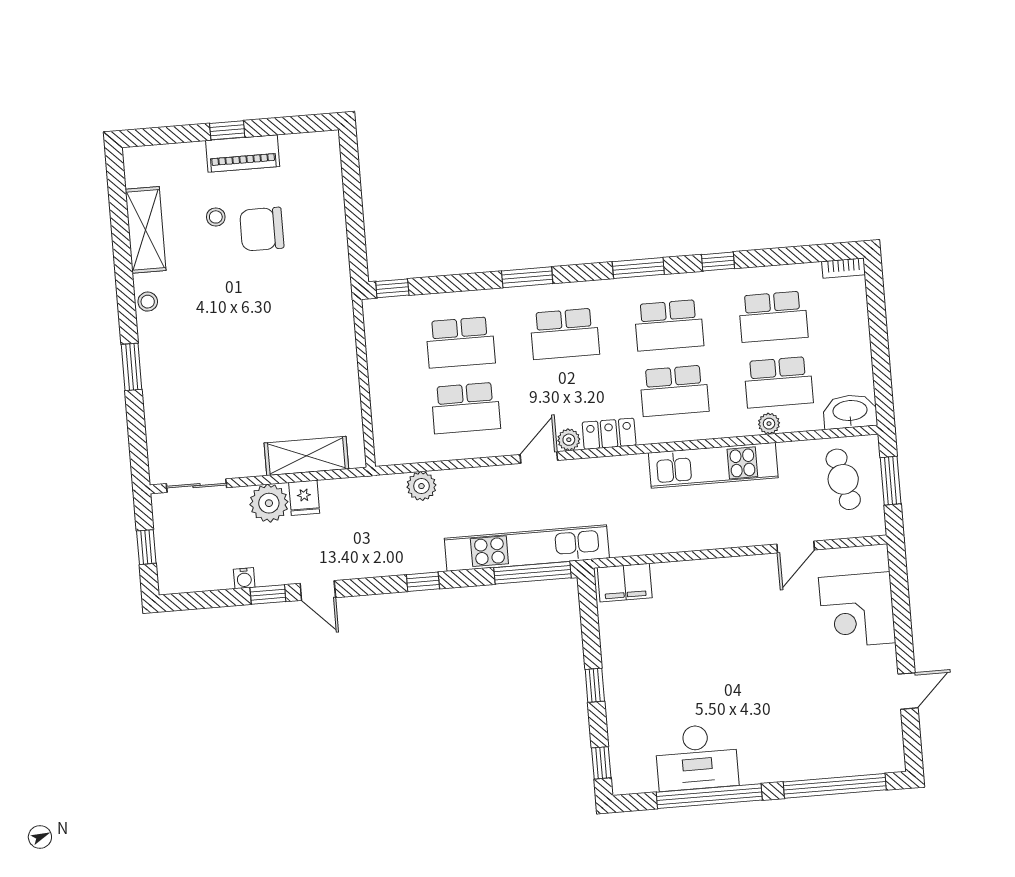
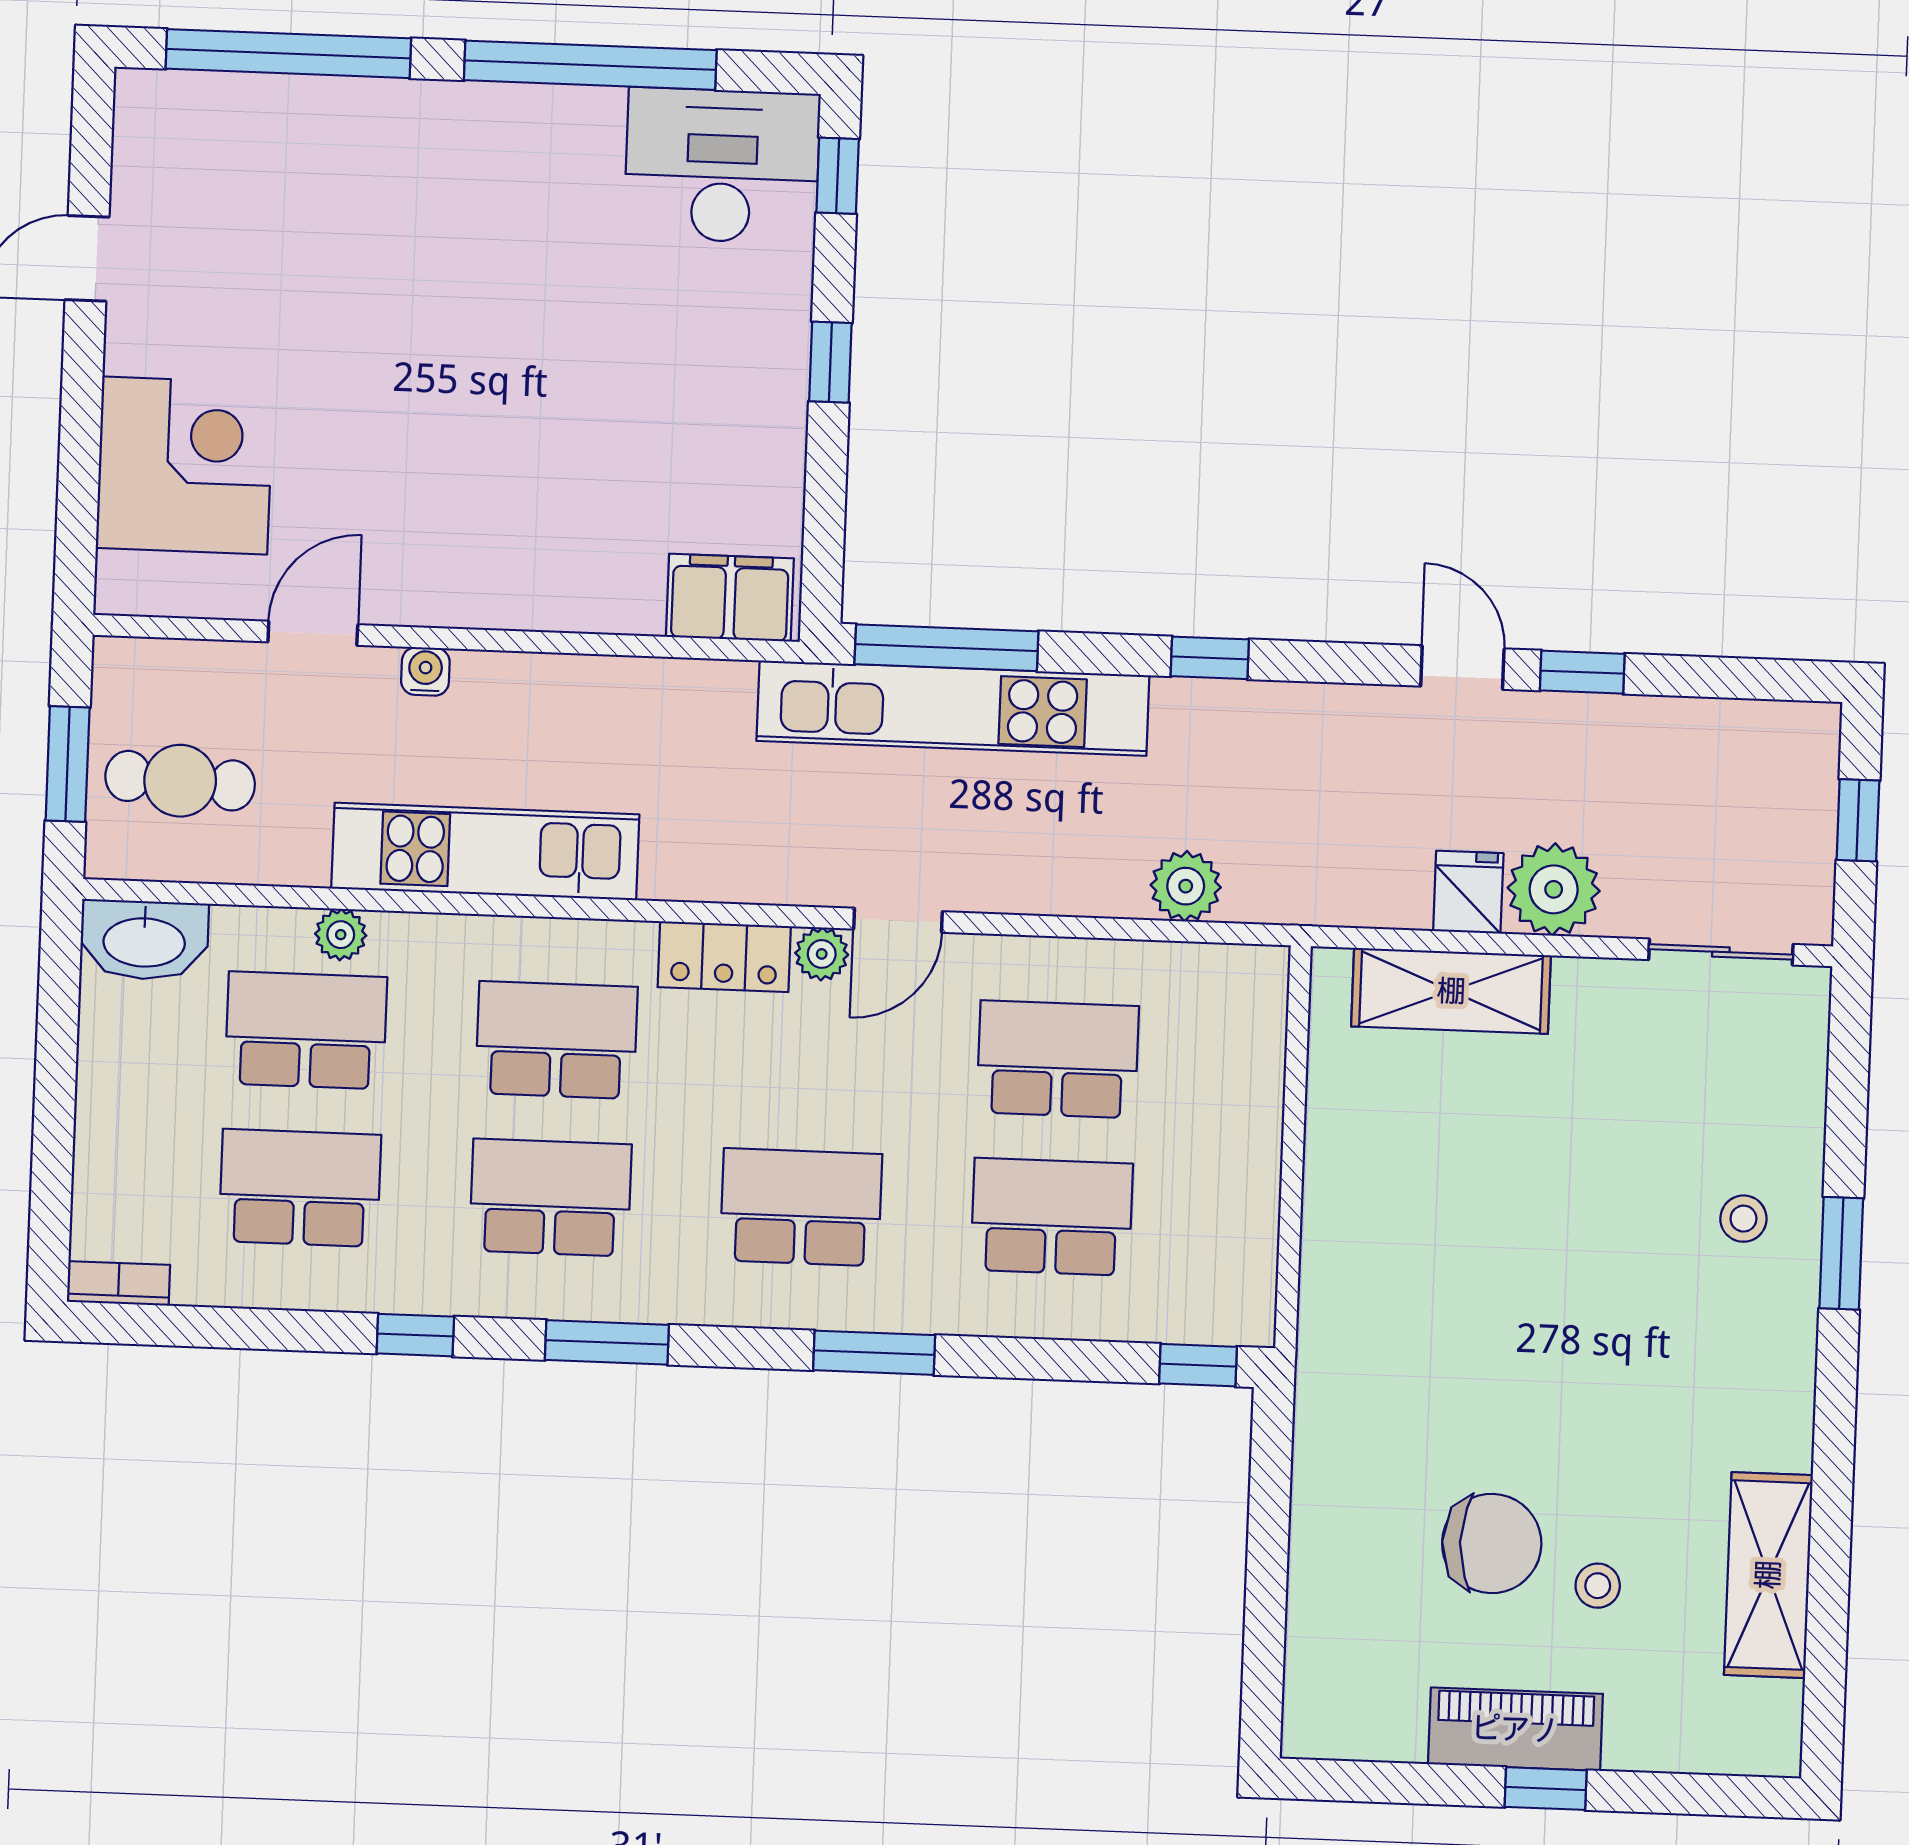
stool: (148, 302) -> (1743, 1219), moved
cafe table: (843, 479) -> (180, 781), turned -74
water cooler: (244, 578) -> (425, 671), moved
desk: (697, 757) -> (722, 166), moved

